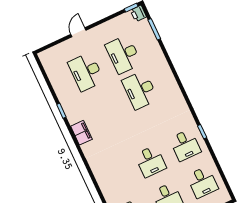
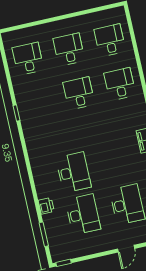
printer: (138, 14) -> (46, 206), moved
desk: (185, 145) -> (120, 84), moved

